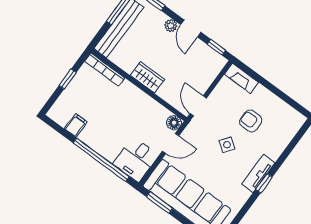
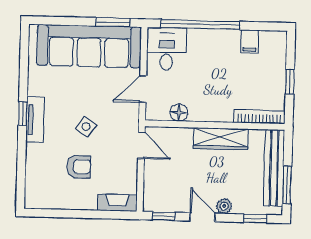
wardrobe: (147, 77) -> (221, 139), width x1.50
floor lamp: (174, 123) -> (179, 113), moved

